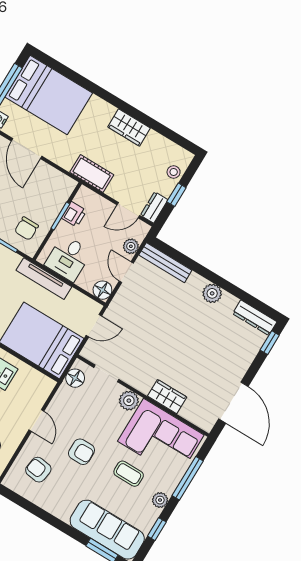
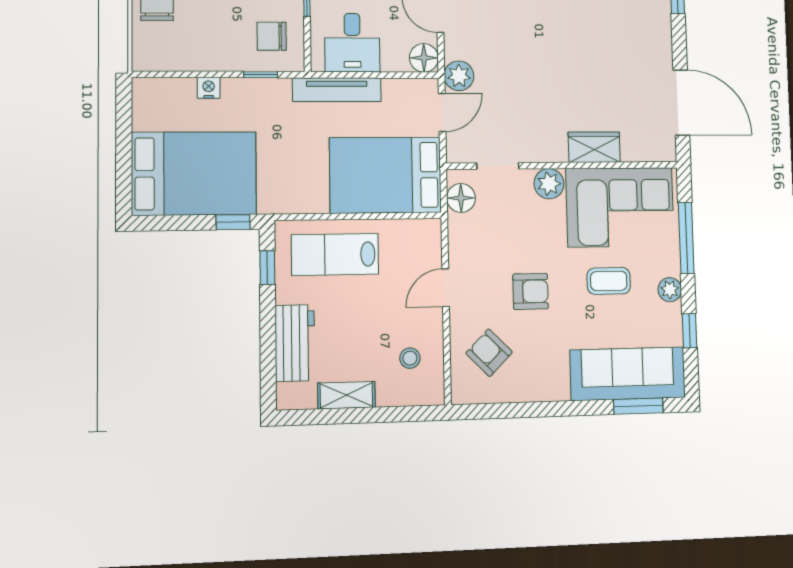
chair: (26, 229) -> (272, 36), turned 90
plant: (116, 311) -> (459, 76), added
door: (36, 420) -> (446, 288), swing flipped
armchair: (38, 470) -> (489, 353), turned 37

